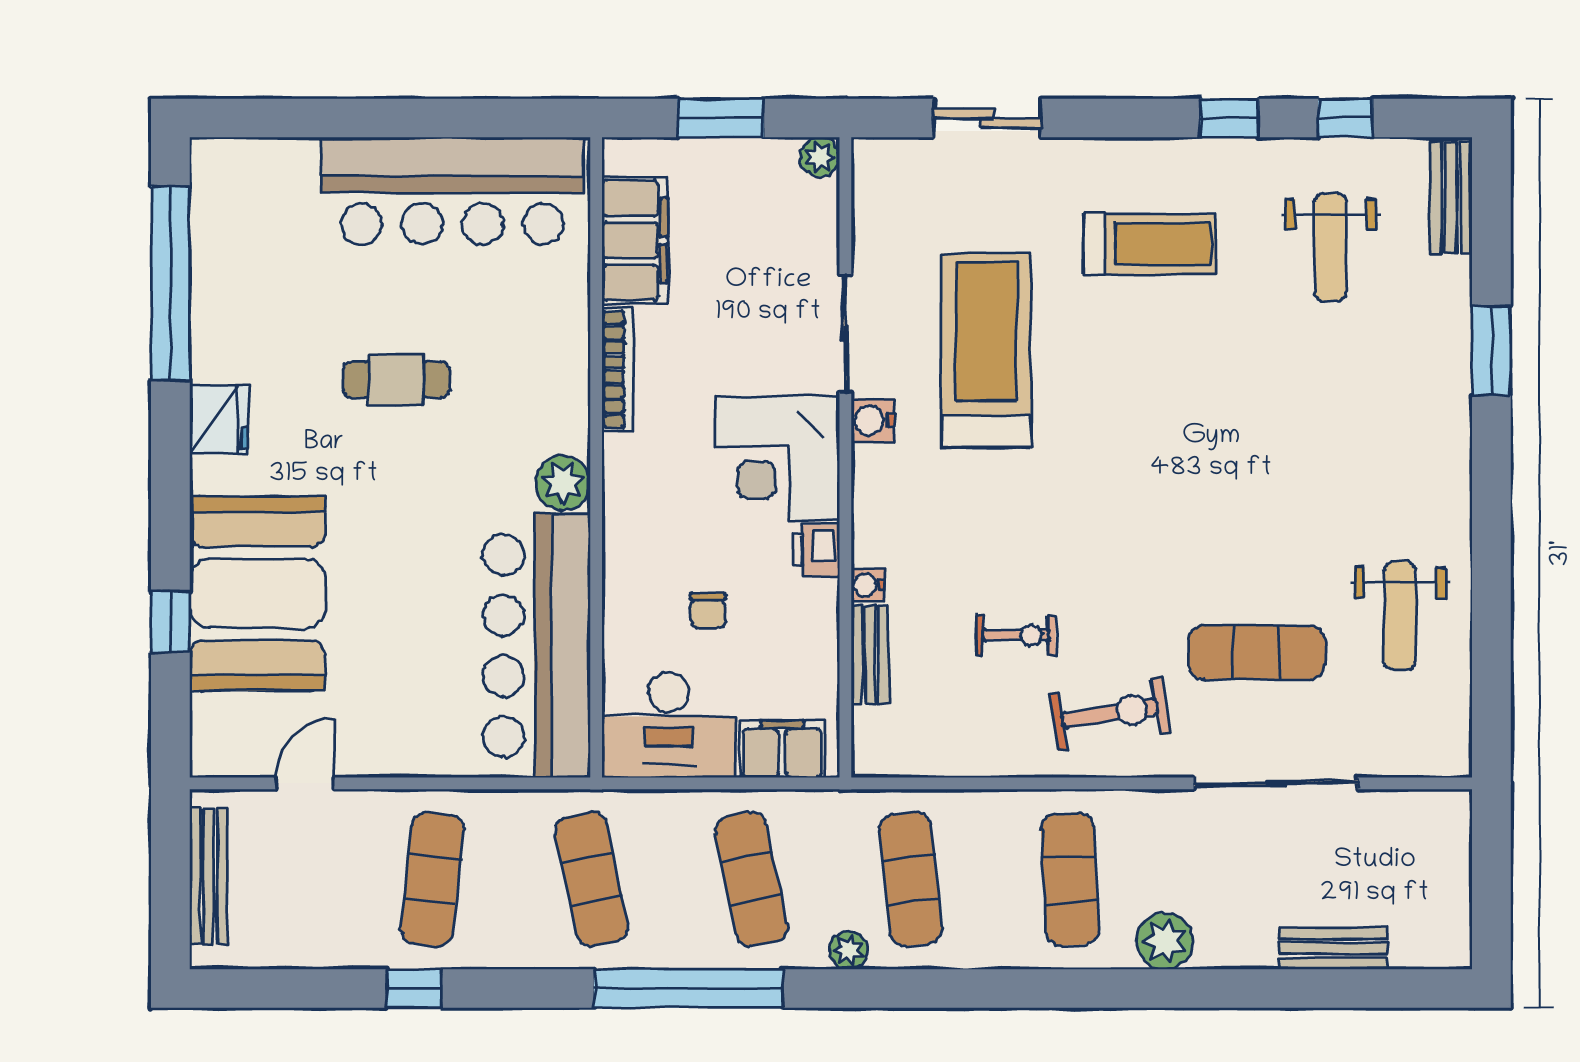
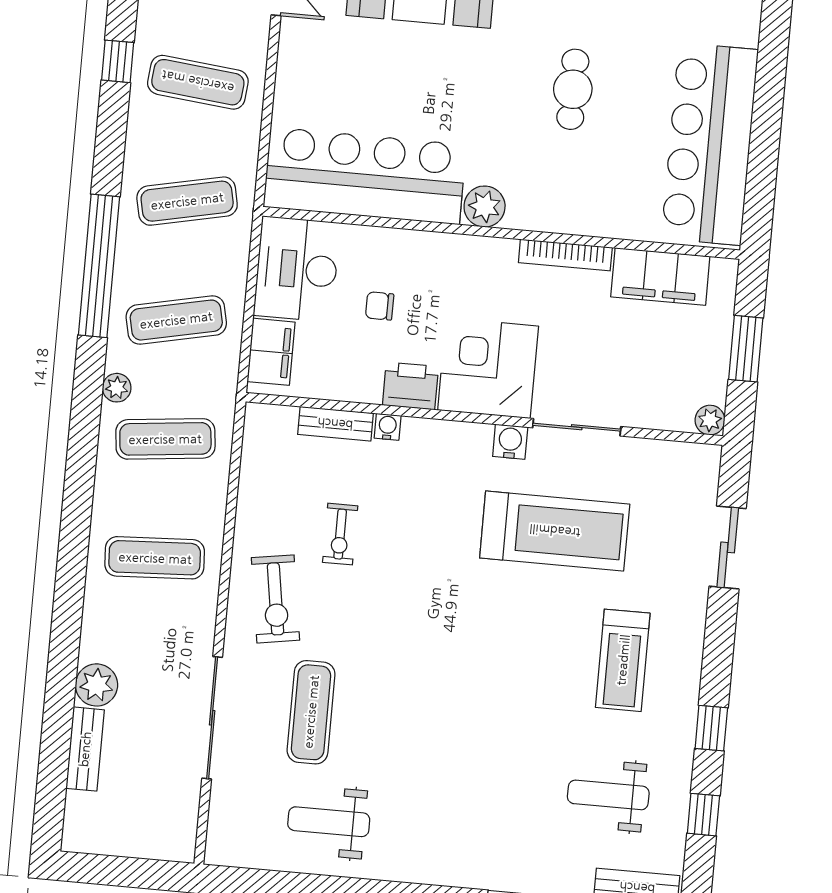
printer: (816, 550) -> (410, 386), width x1.36, depth x1.24
plant: (1165, 941) -> (96, 685), moved

